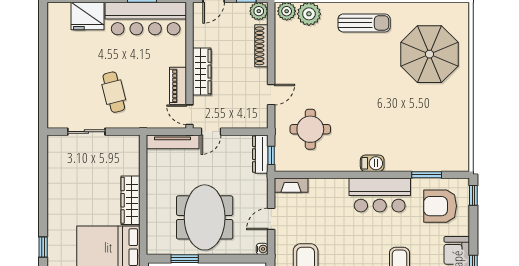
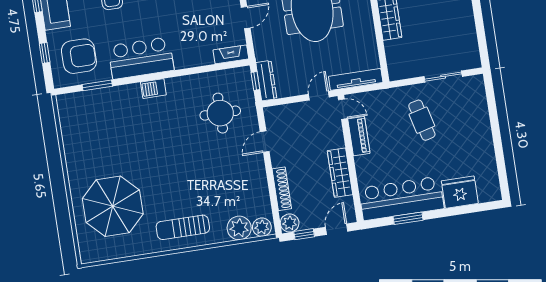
wardrobe: (202, 72) -> (340, 173), moved
window: (473, 195) -> (45, 53), moved

